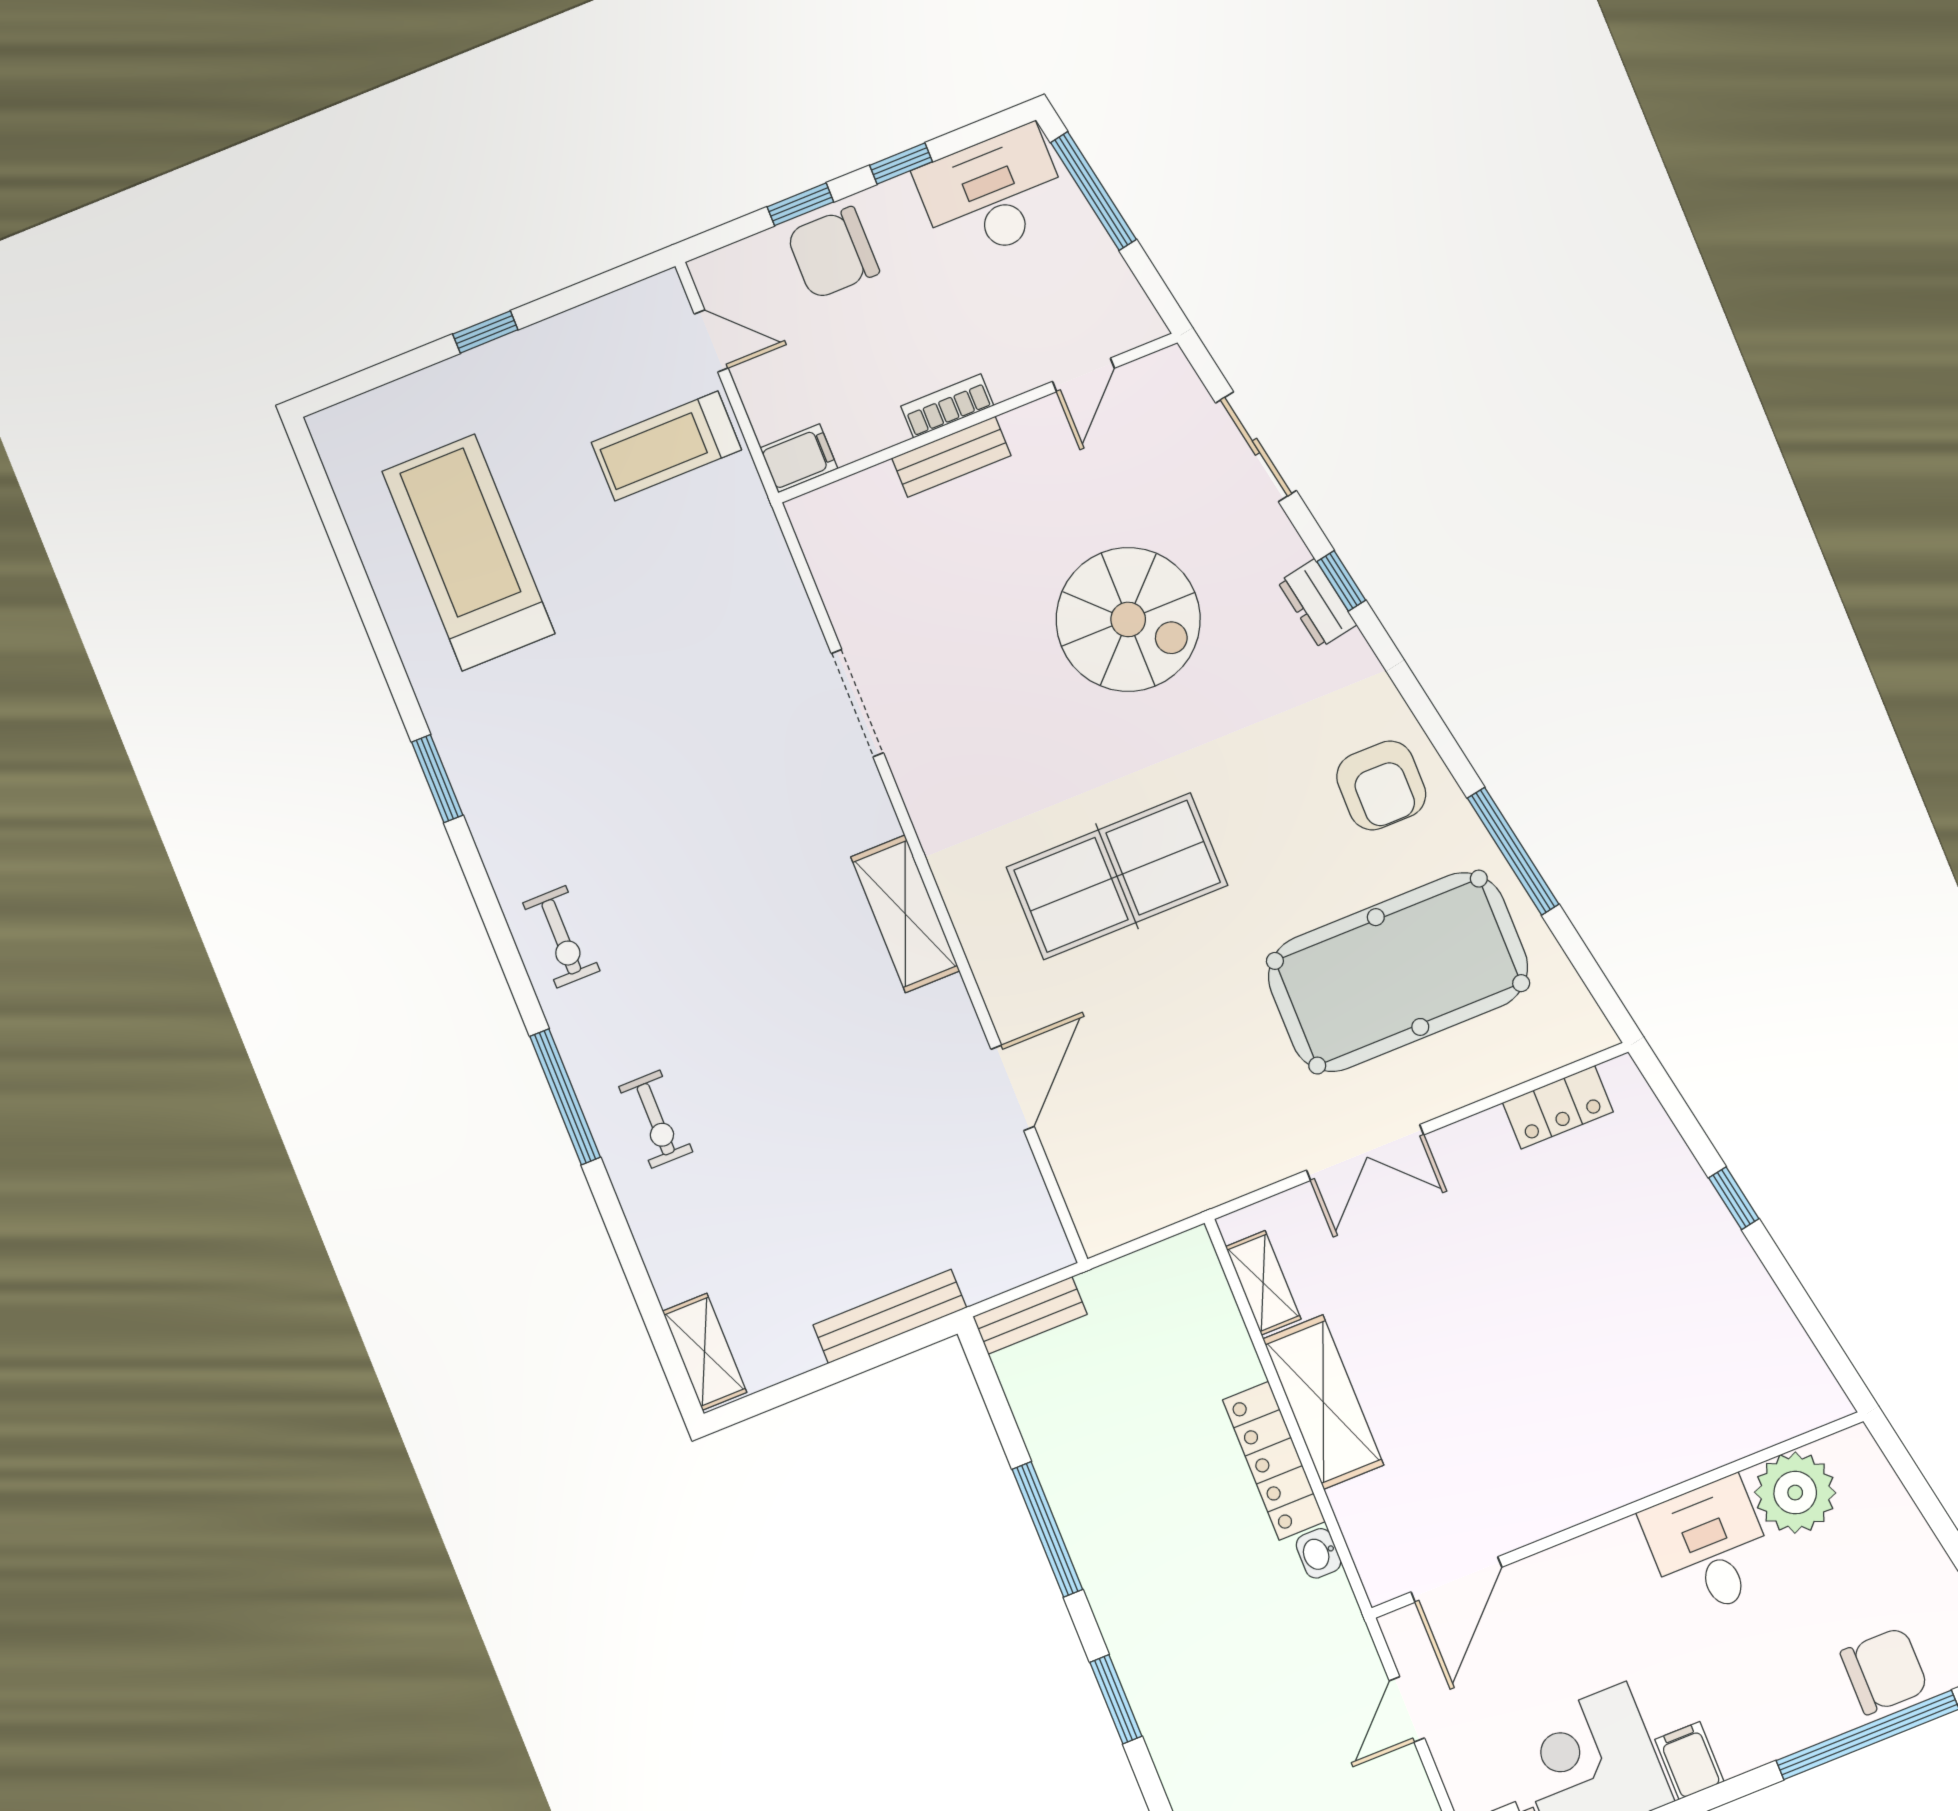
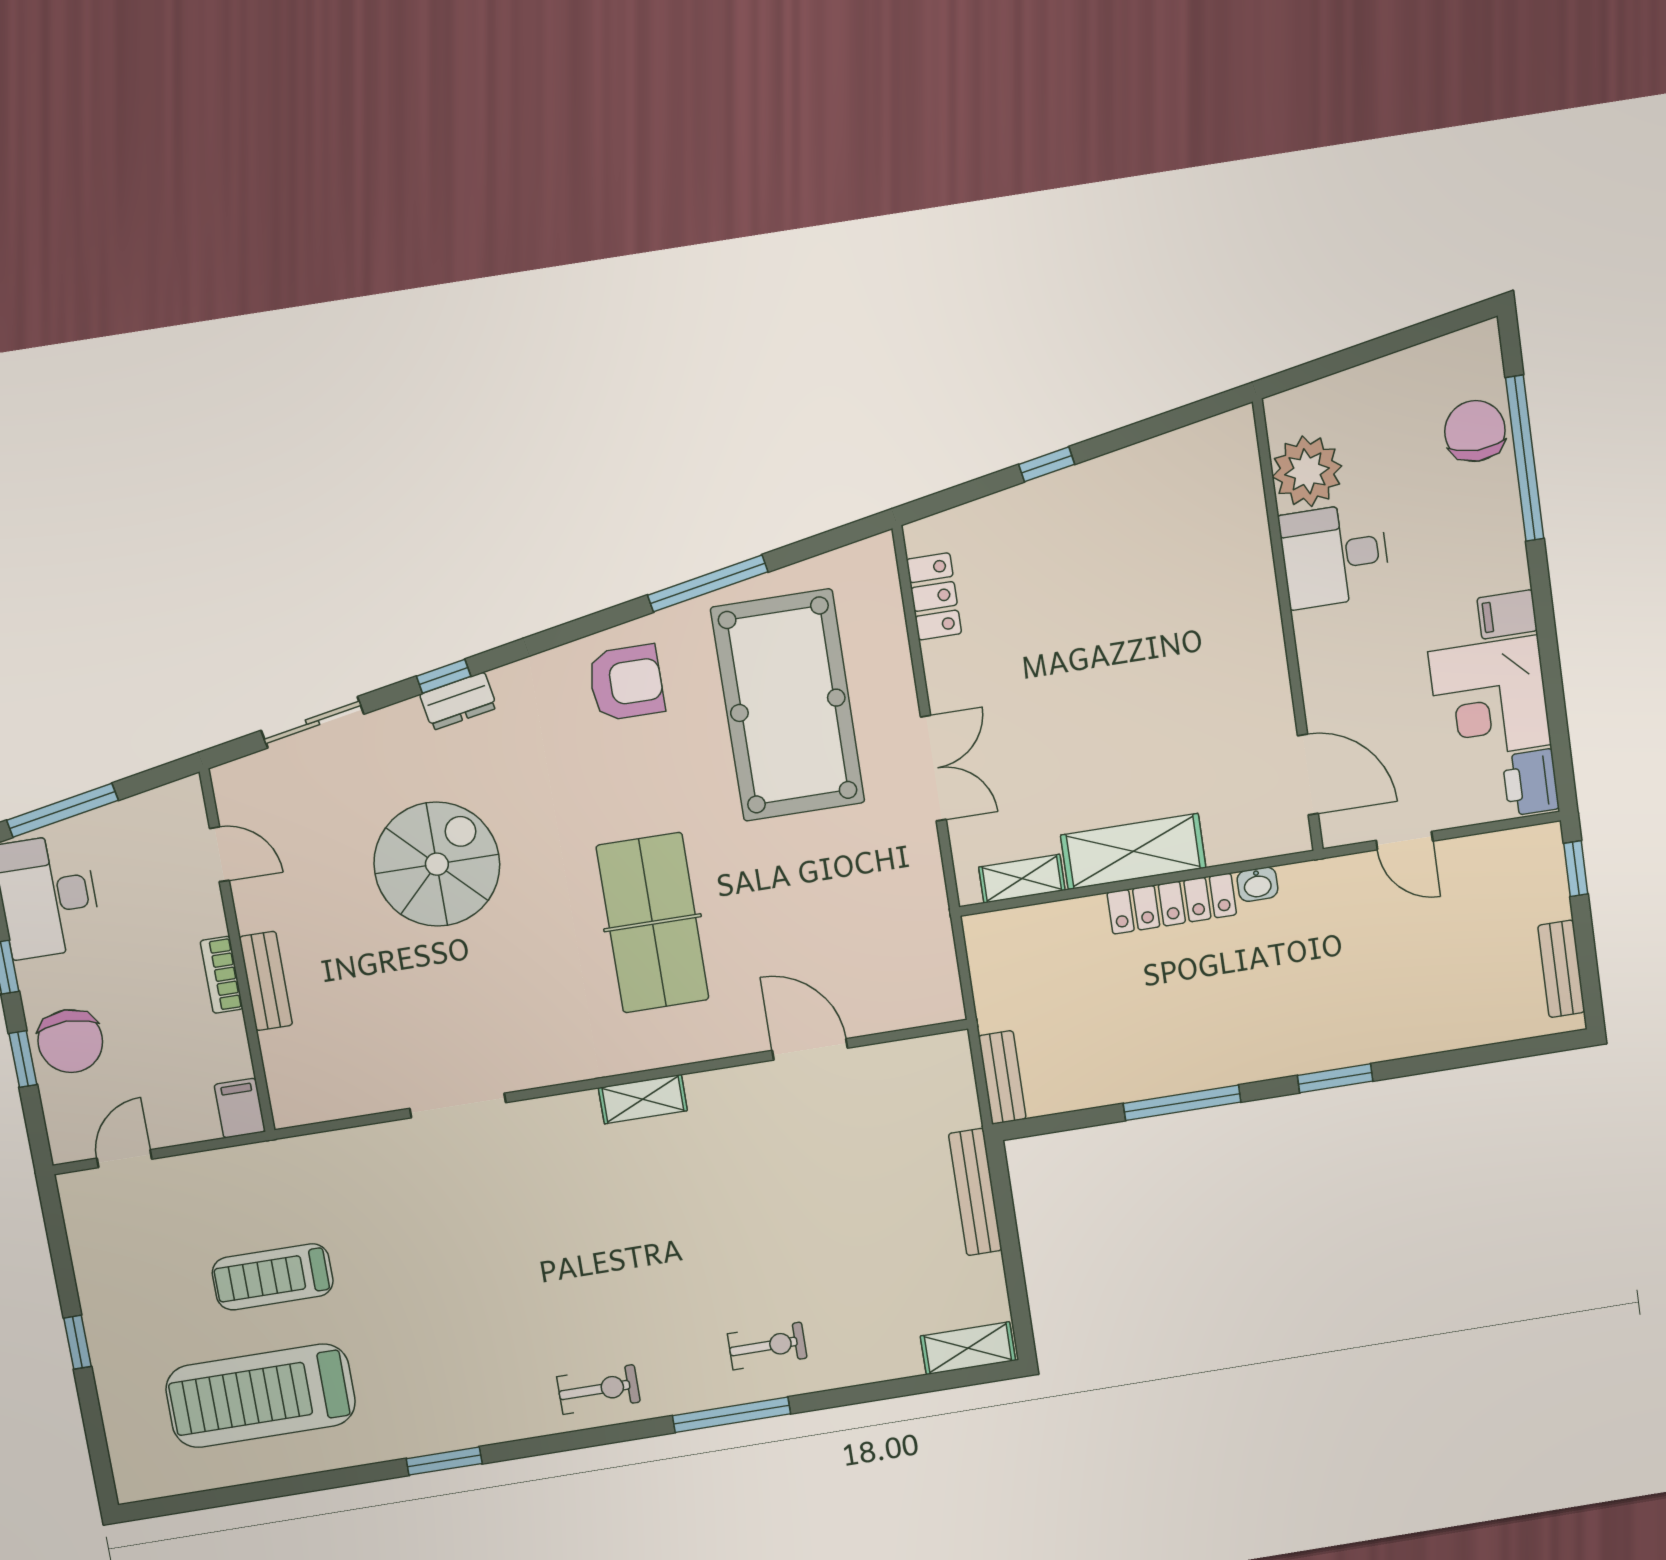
treadmill: (666, 446) -> (273, 1277), moved, turned 90
shelving: (905, 914) -> (643, 1099), width x0.67, depth x0.75

